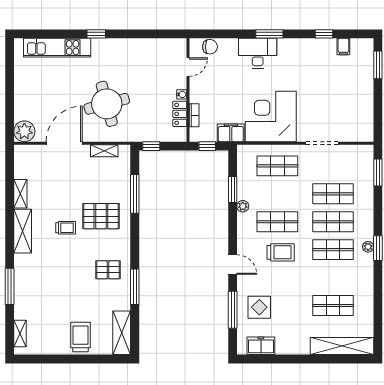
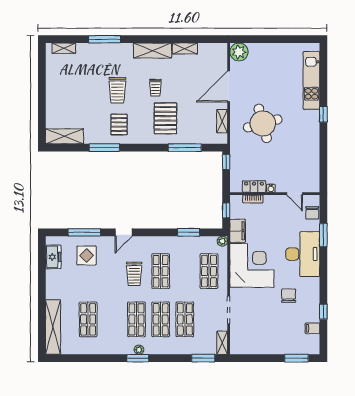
window: (269, 34) -> (323, 235), moved
desk: (258, 53) -> (303, 254), width x1.36, depth x1.30
chair: (306, 74) -> (289, 296), added
door: (64, 143) -> (229, 86), swing flipped
shelving: (360, 151) -> (222, 343), added
plant: (243, 206) -> (222, 241), moved
trolley: (80, 337) -> (117, 90), moved, turned 90

